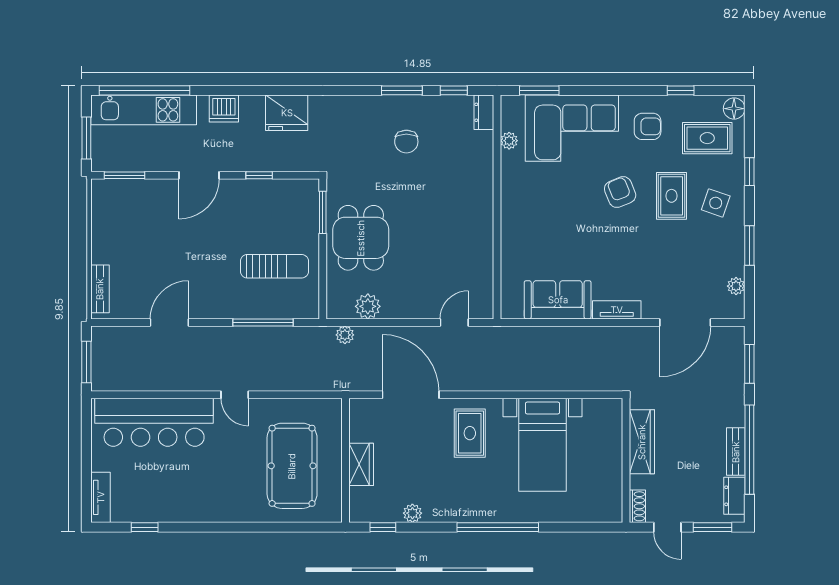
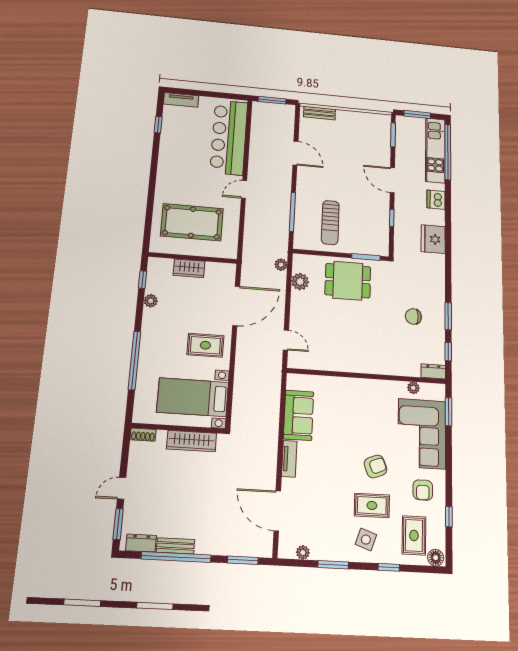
wardrobe: (642, 442) -> (192, 441), moved
wall: (626, 460) -> (178, 428), moved
shoe rack: (637, 506) -> (143, 435), moved

